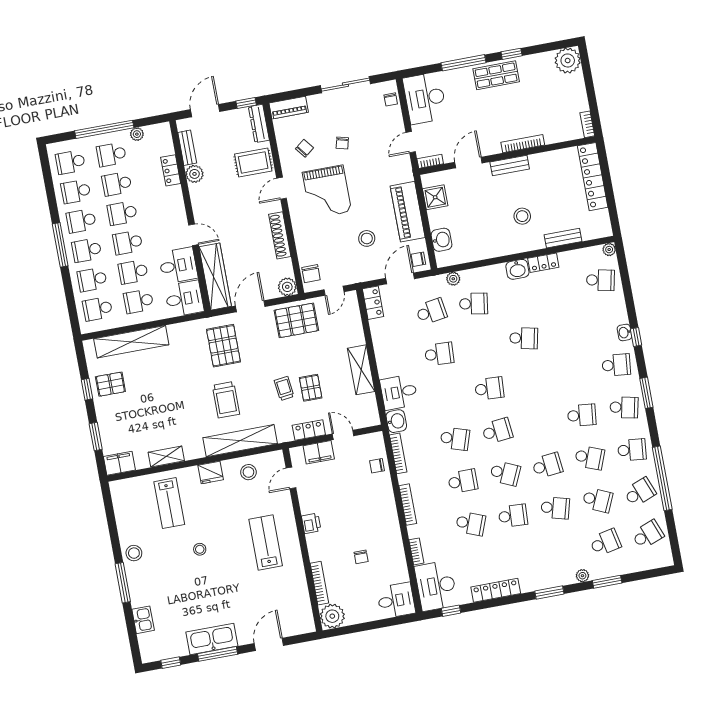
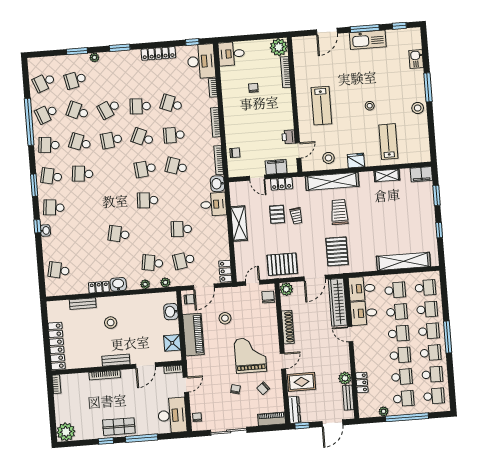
plant: (609, 250) -> (145, 284), moved
pallet: (110, 384) -> (422, 232), removed
school desk: (555, 508) -> (109, 109), turned -39
printer: (311, 523) -> (289, 137), moved

